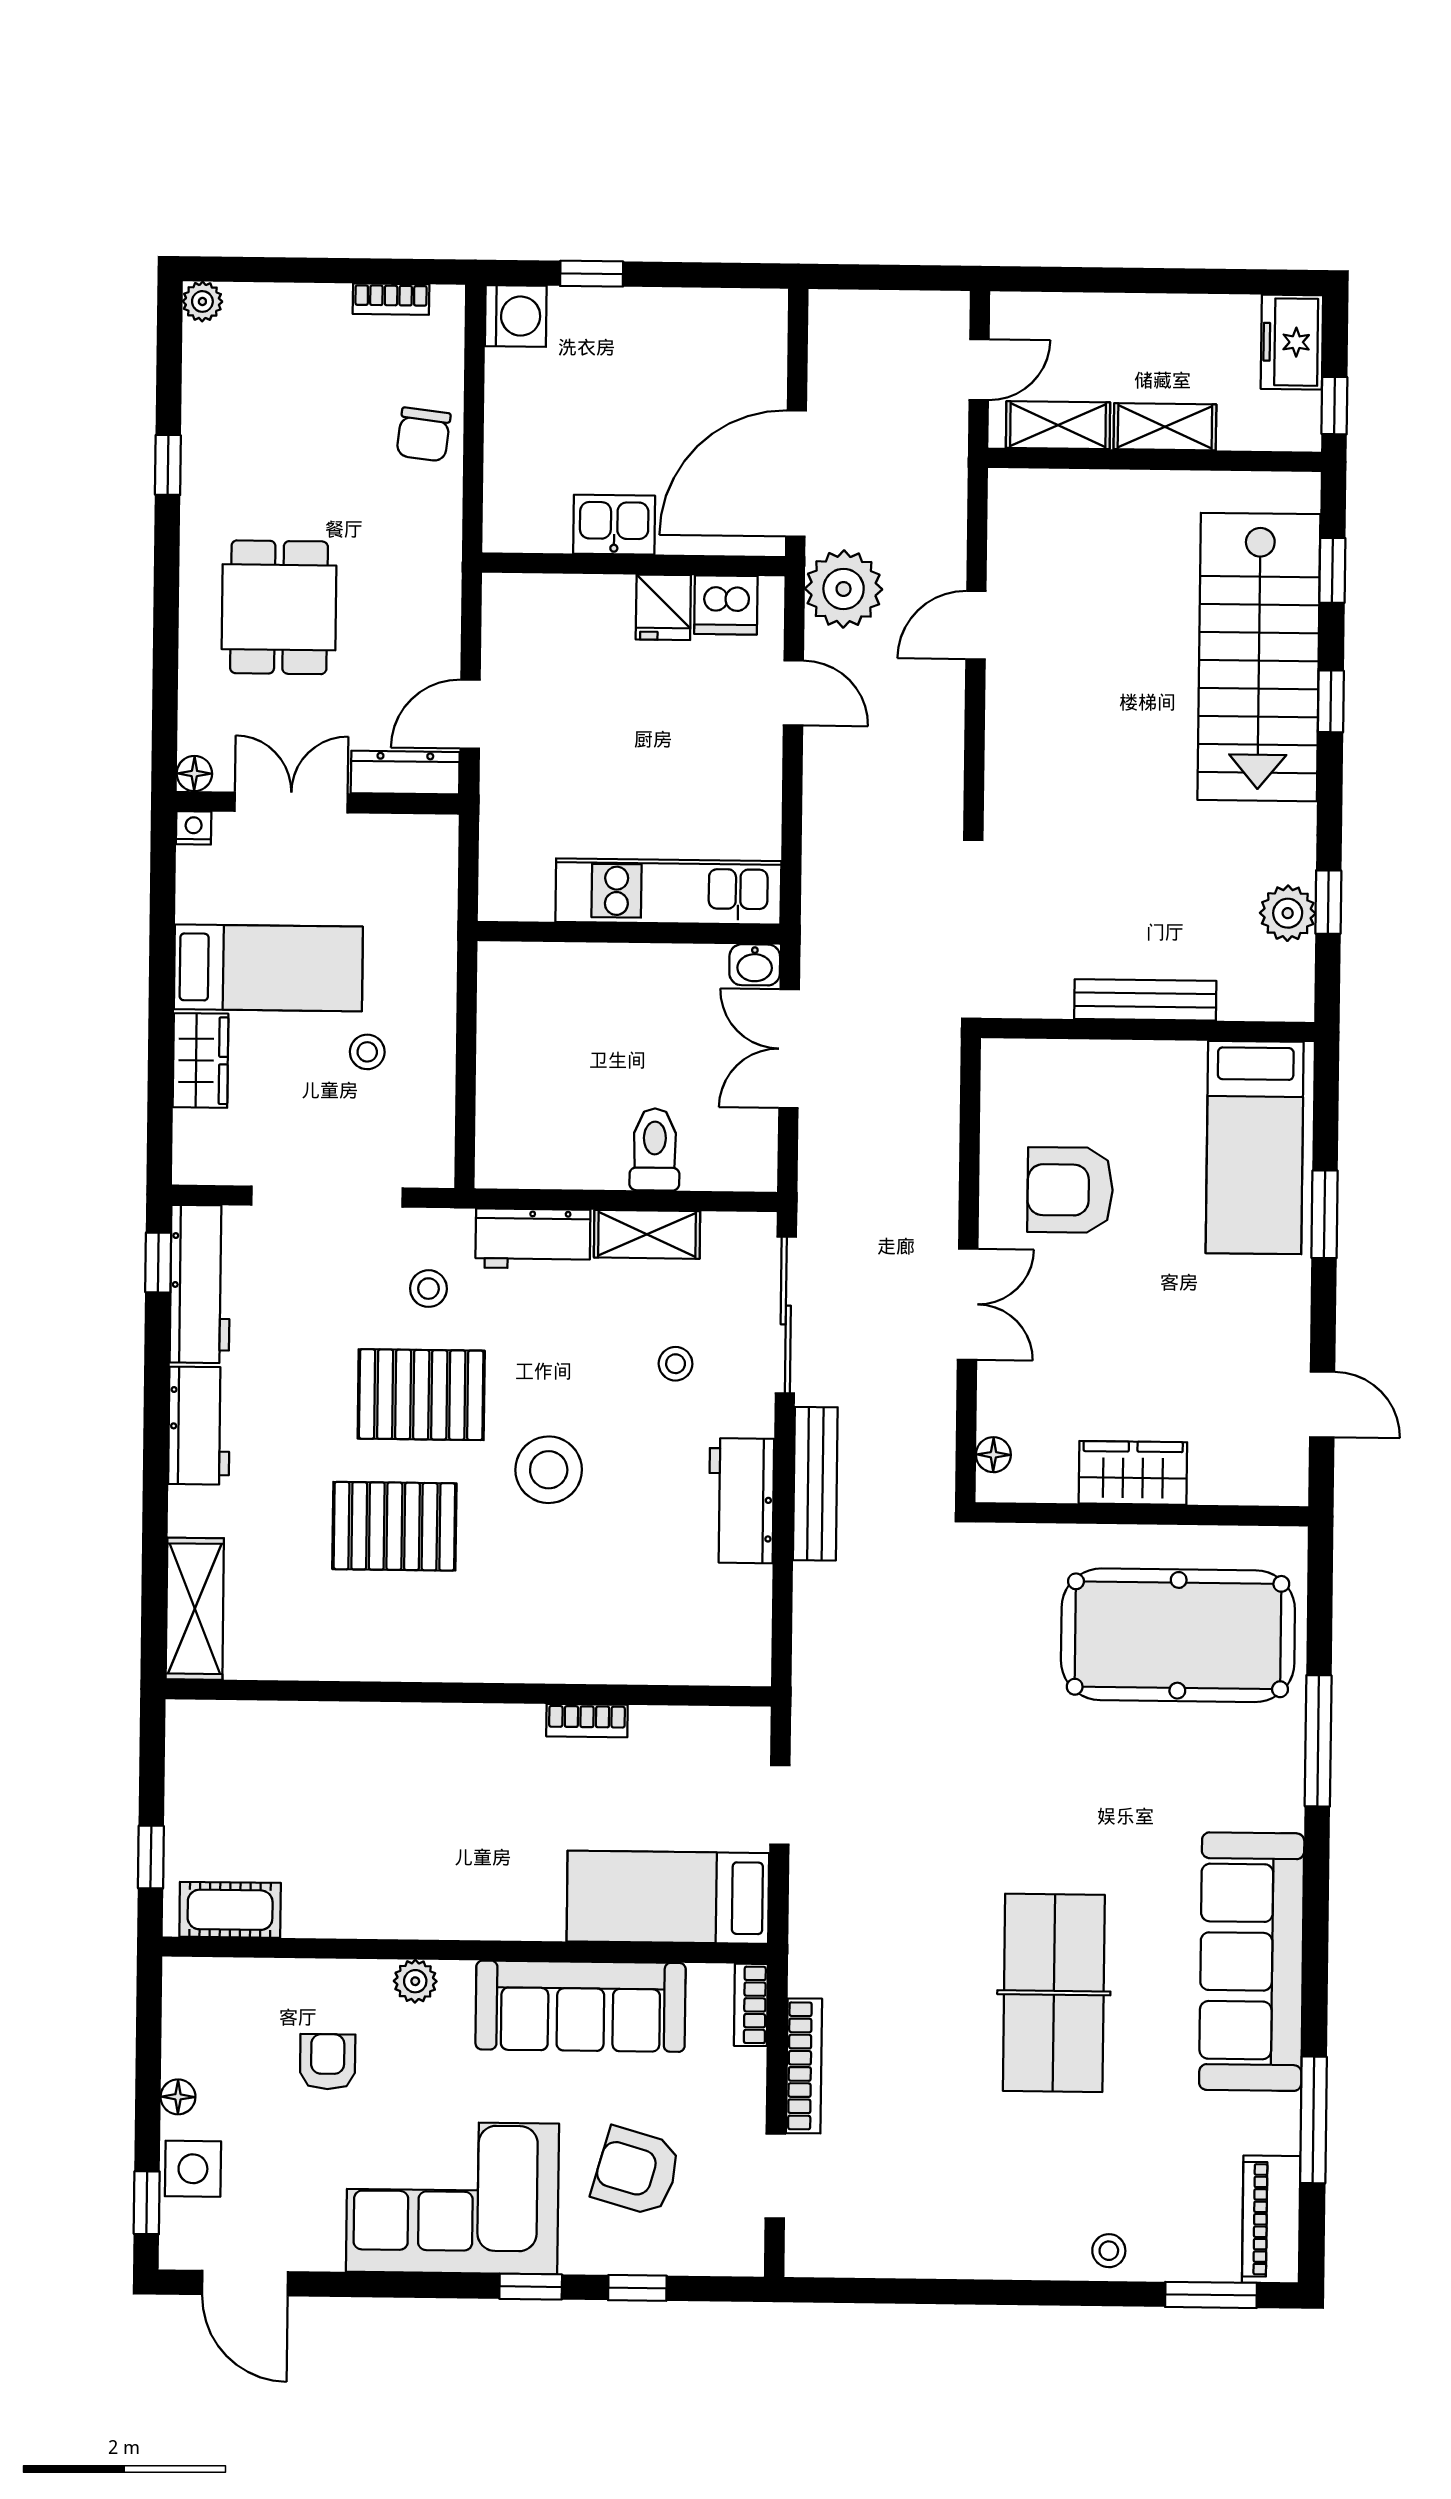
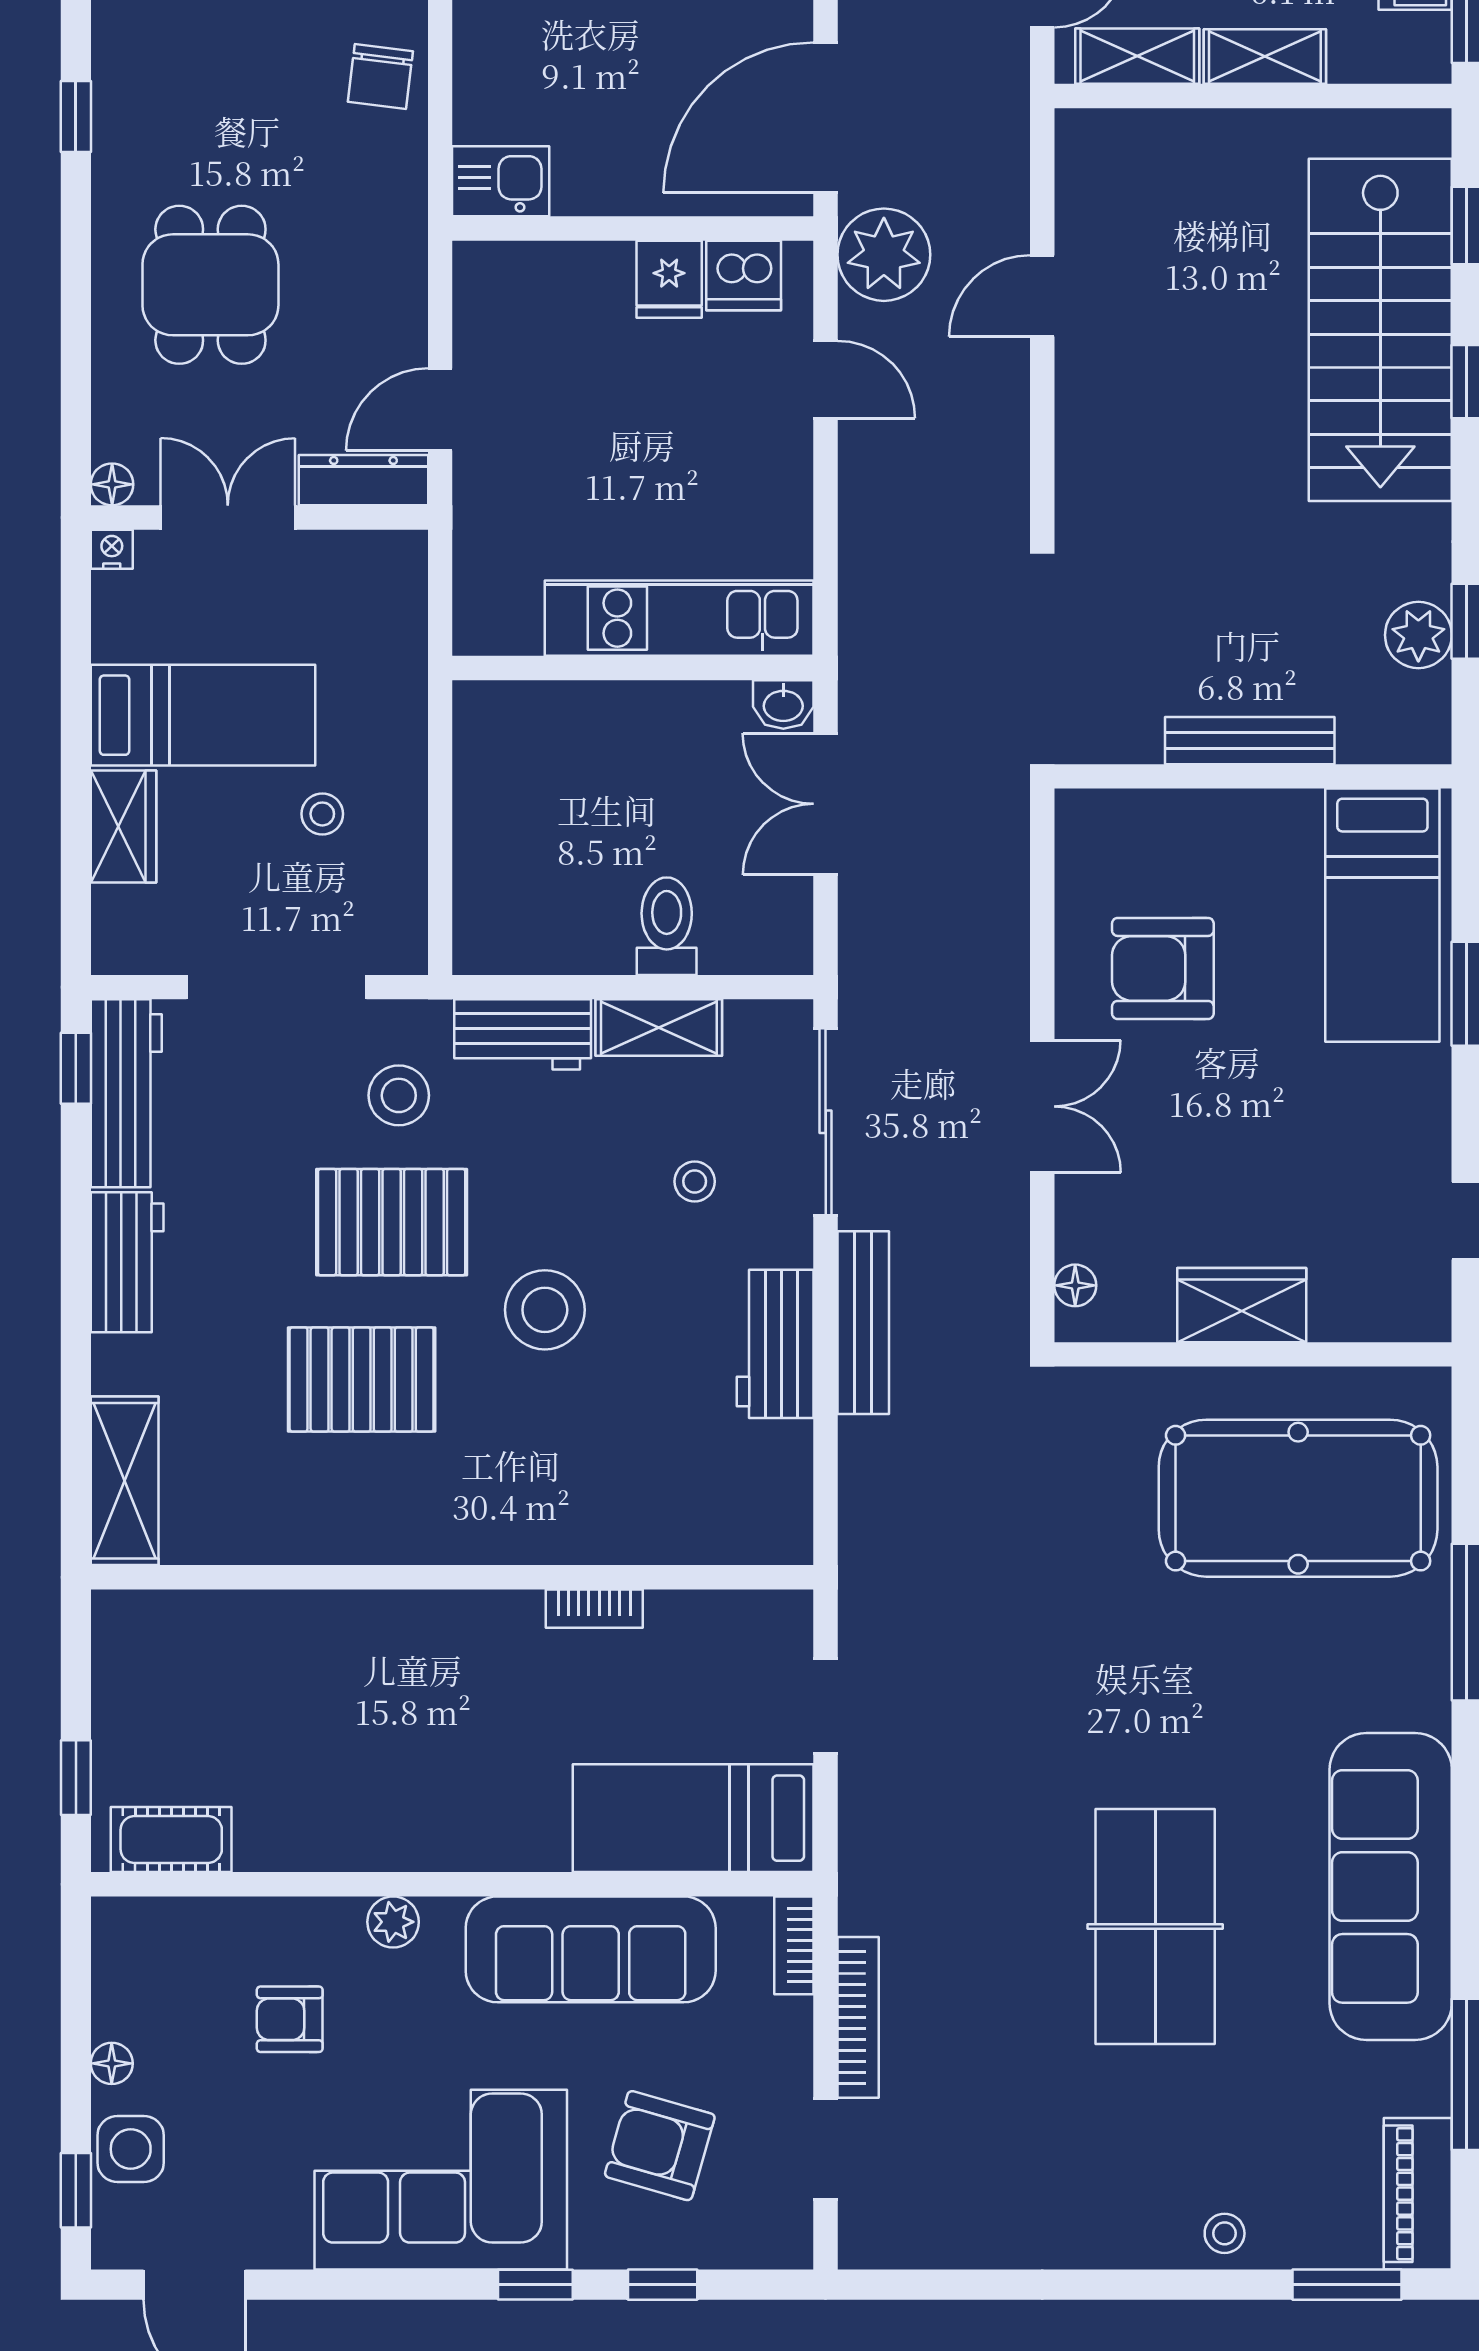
kitchen sink: (614, 525) -> (501, 181), moved
stool: (428, 1289) -> (399, 1095), width x1.37, depth x1.37
armchair: (328, 2062) -> (290, 2019), turned -90

